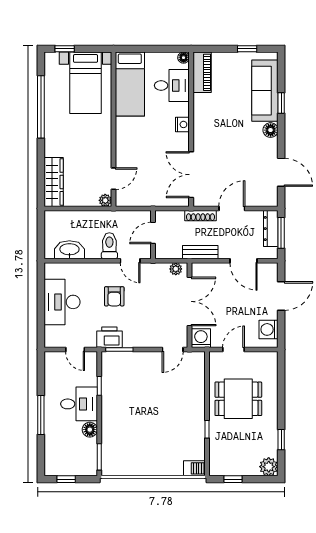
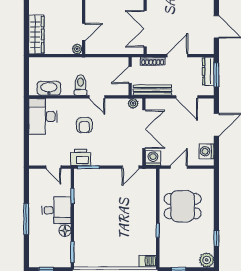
door: (153, 233) -> (130, 75), moved
wall: (153, 235) -> (130, 76), moved
bench: (200, 252) -> (152, 90), width x1.36
desk: (62, 302) -> (43, 116), moved

